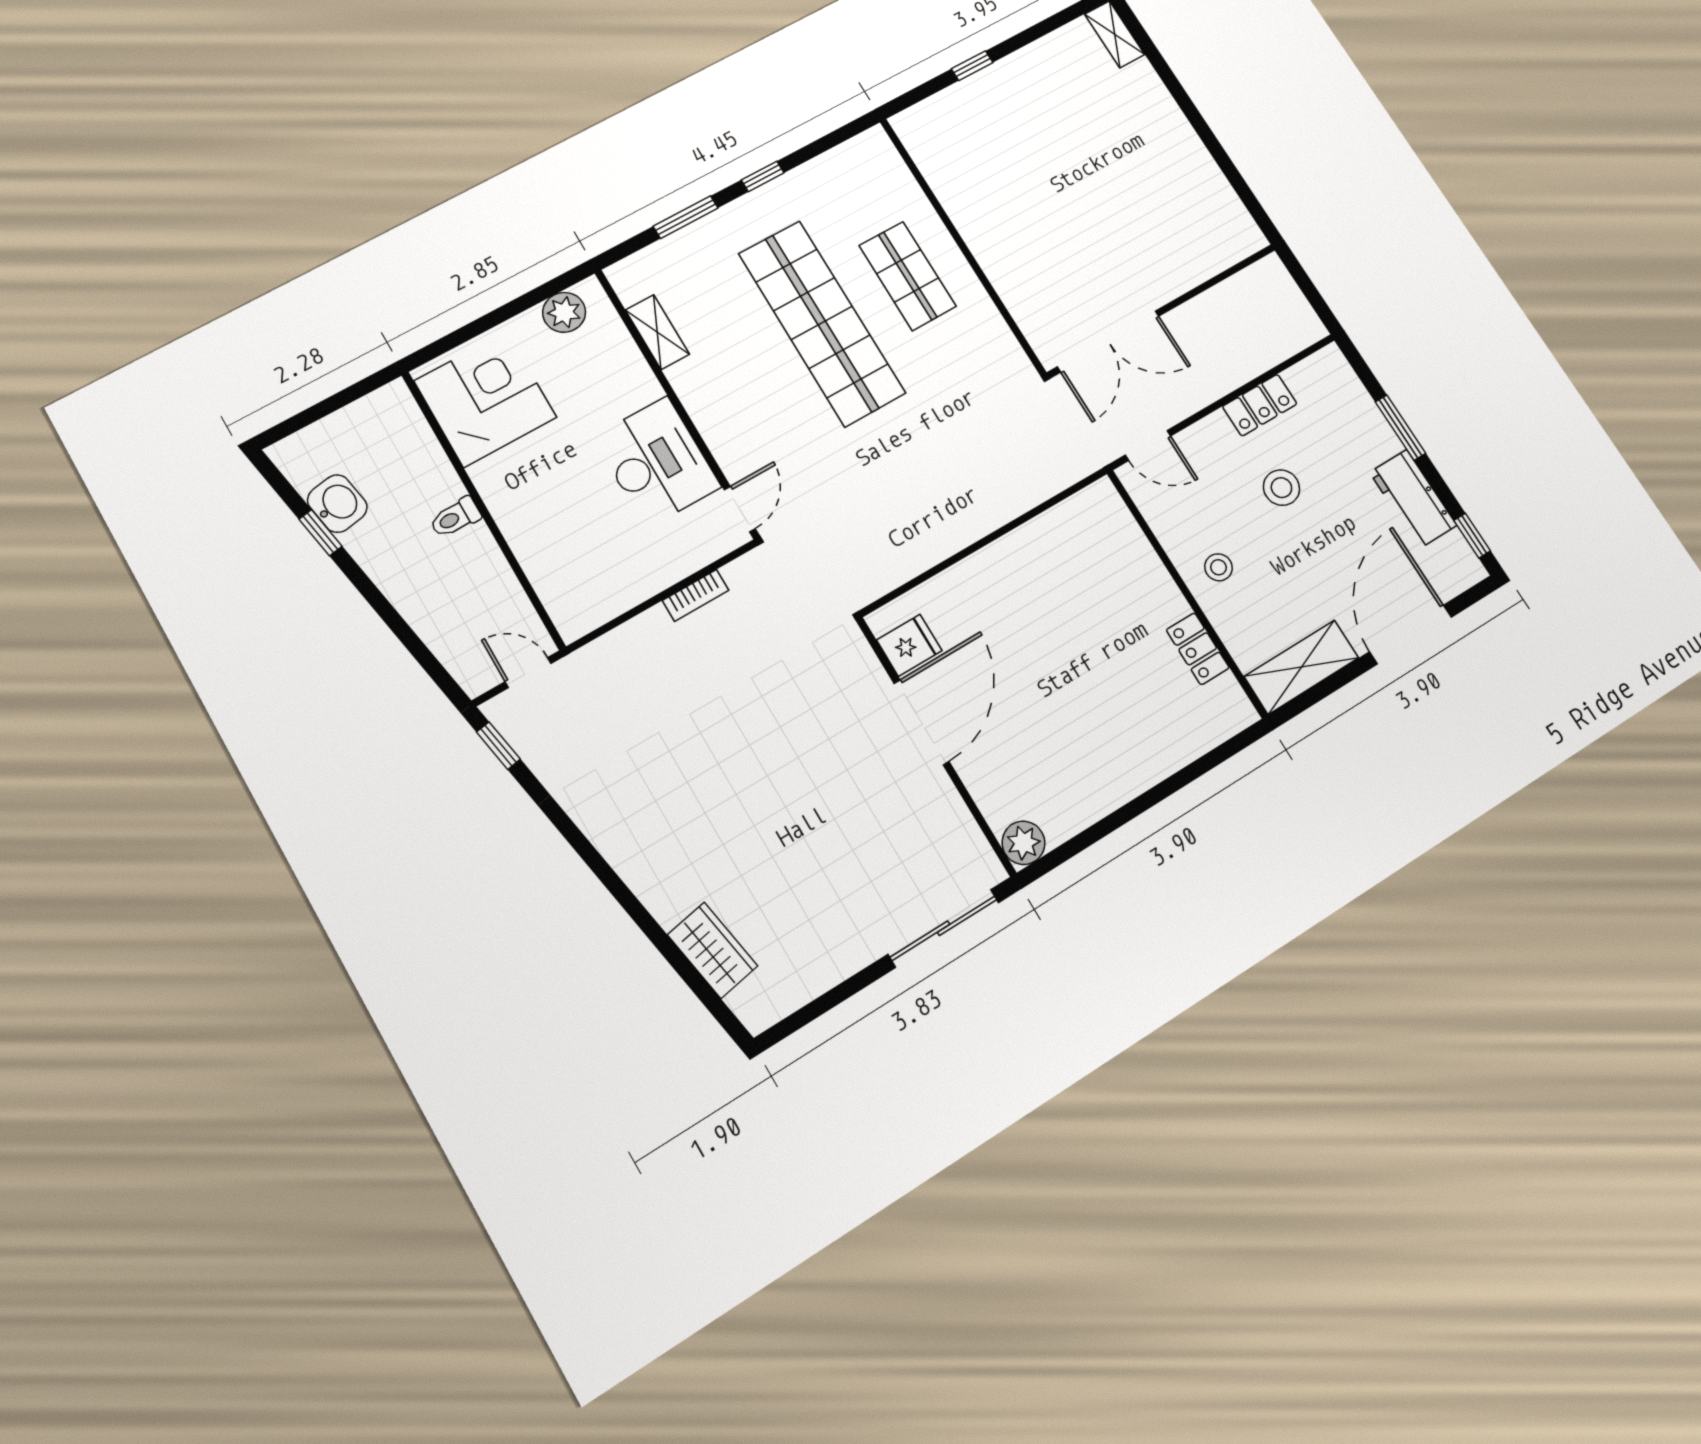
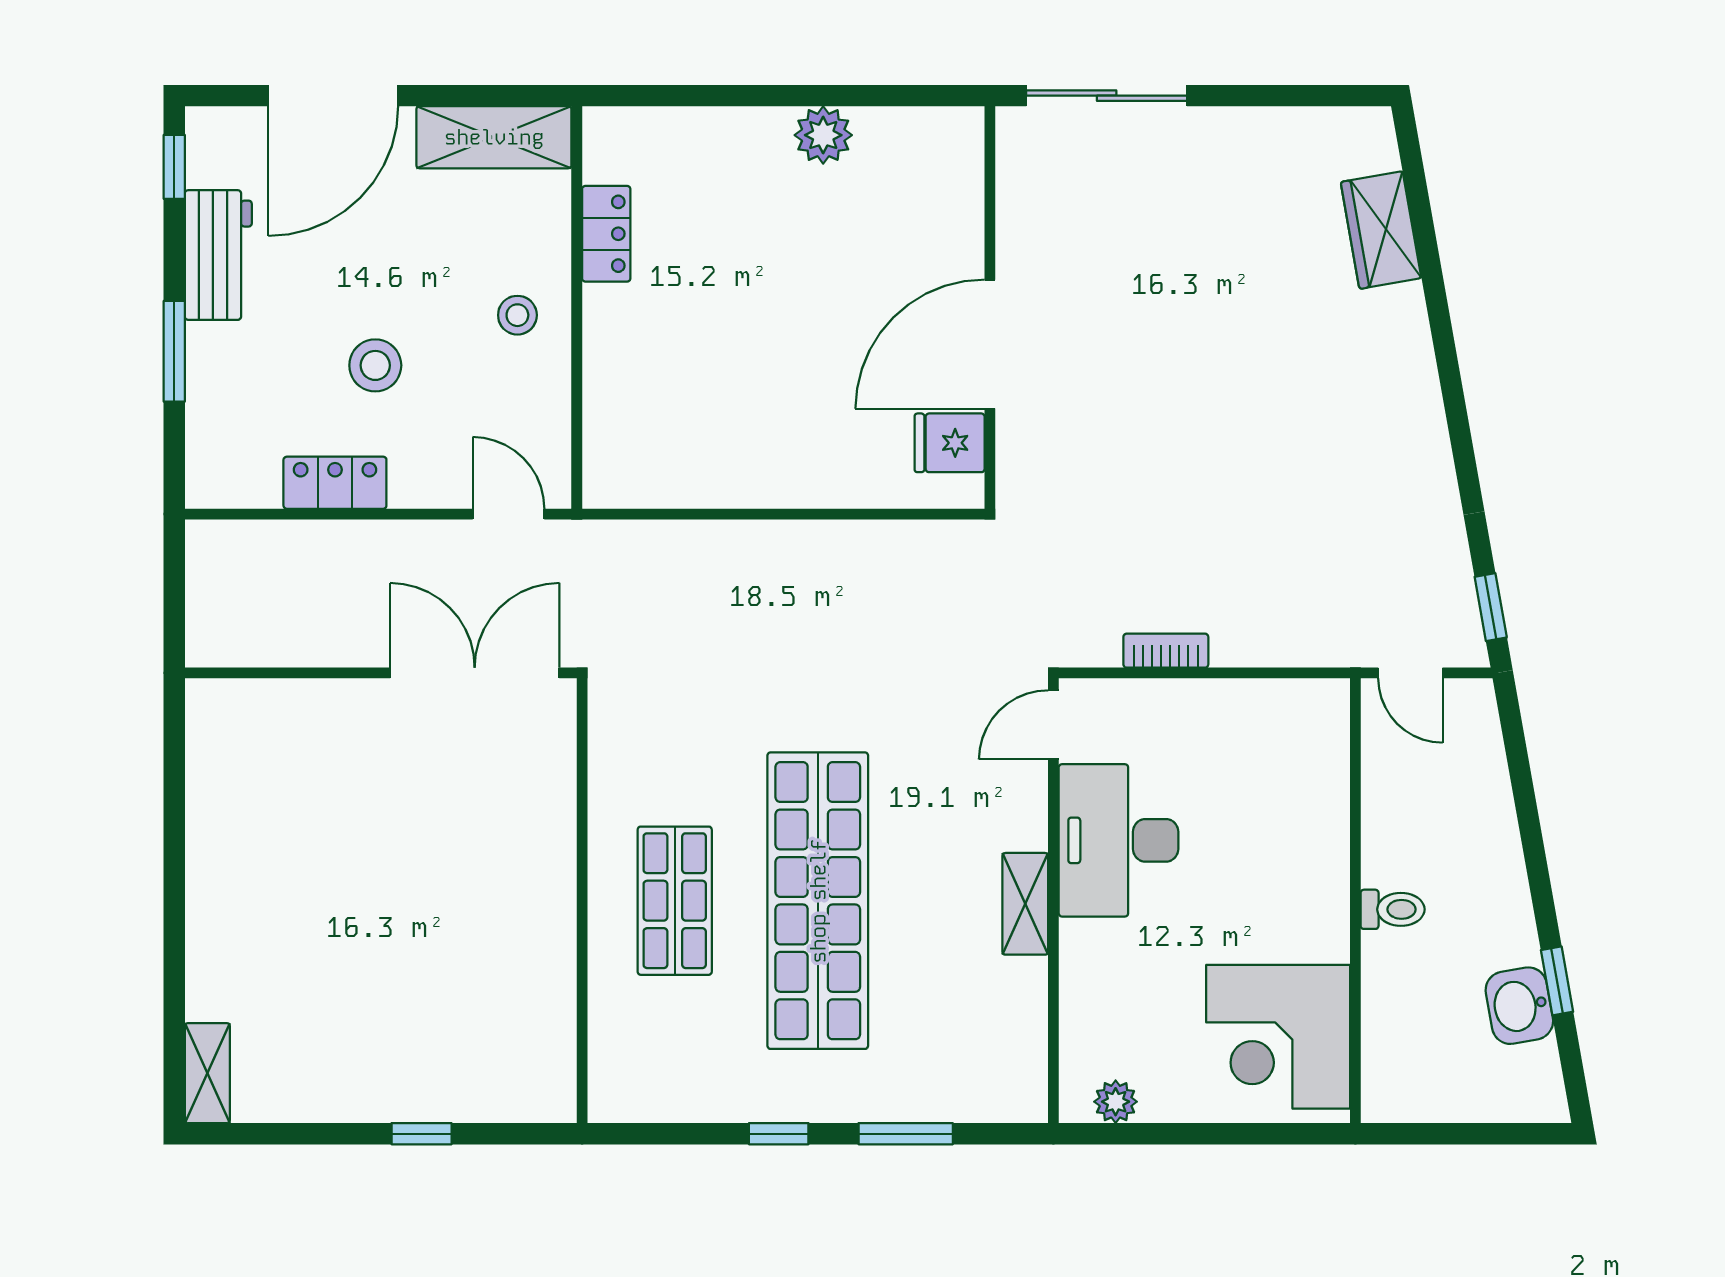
plant: (564, 312) -> (1116, 1102), width x0.73, depth x0.73
shelving: (657, 332) -> (1025, 904), moved
plant: (1023, 843) -> (823, 135), moved

